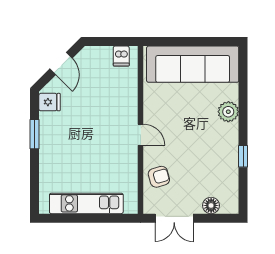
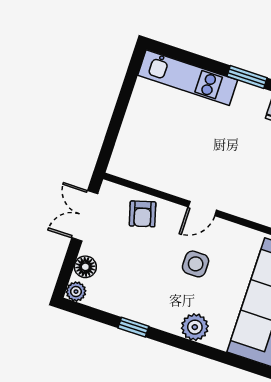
side table: (182, 126) -> (196, 264), added
kitchen unit: (86, 203) -> (188, 78), moved, turned 90
plant: (231, 206) -> (76, 292), added

